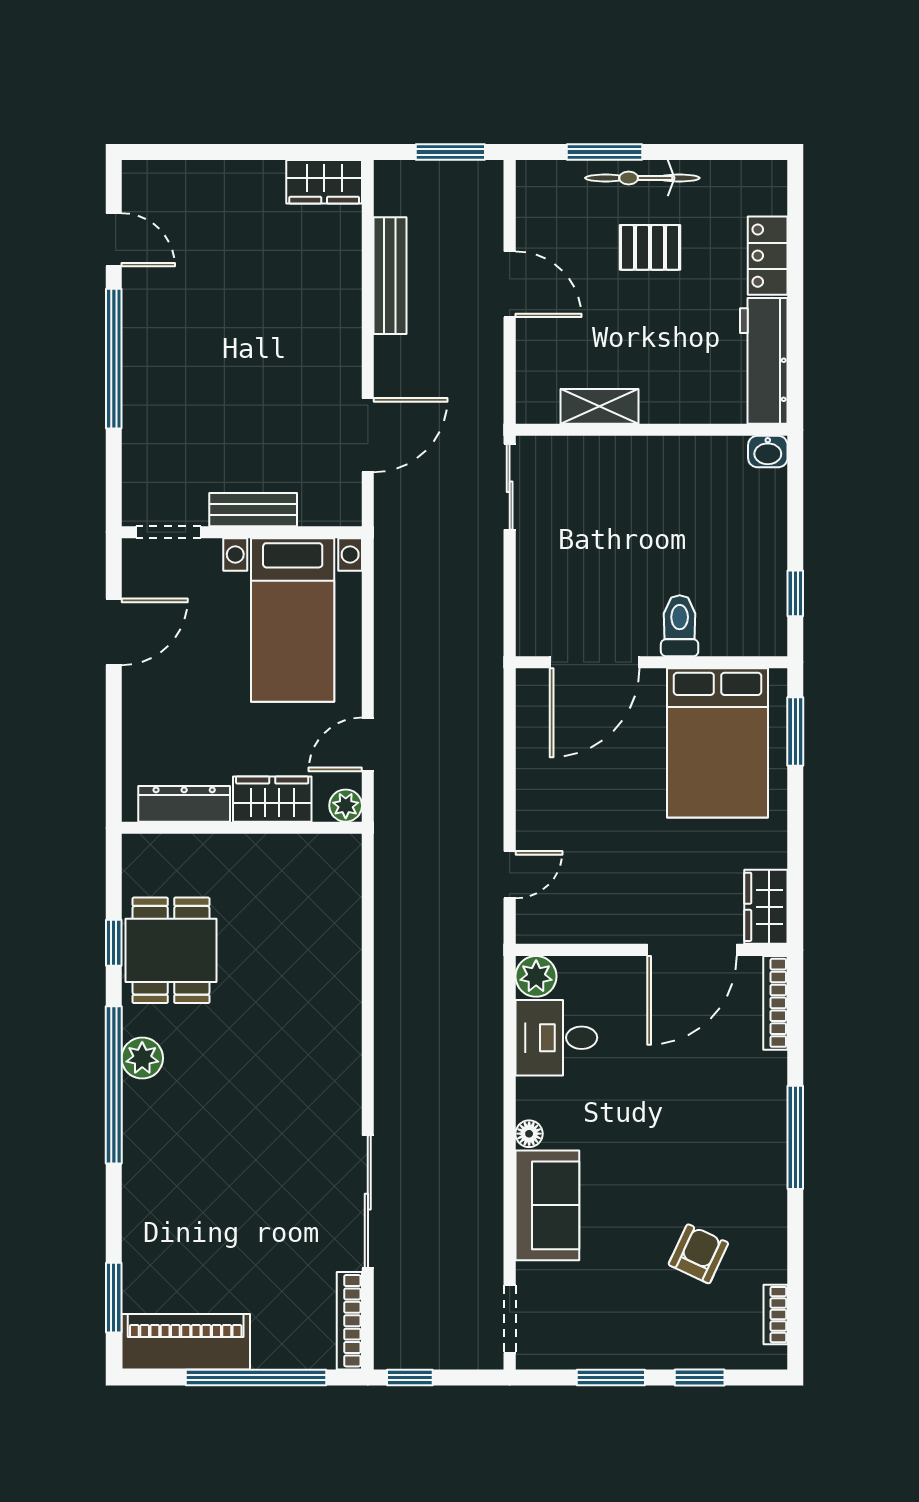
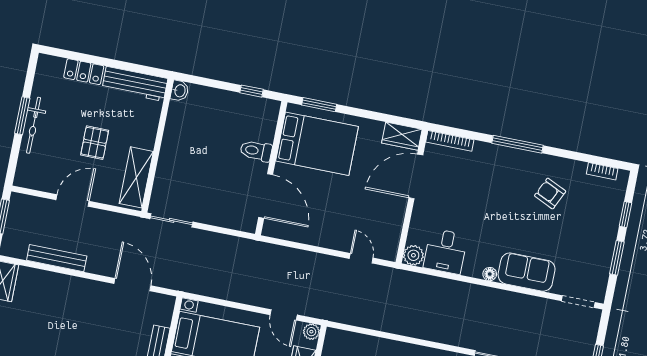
window: (605, 152) -> (22, 116), moved
pallet: (650, 247) -> (95, 143), moved
shelving: (600, 406) -> (136, 177), width x1.50, depth x1.33
door: (692, 950) -> (416, 176), swing flipped
armchair: (698, 1254) -> (550, 193), moved

